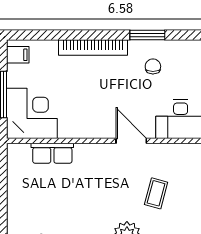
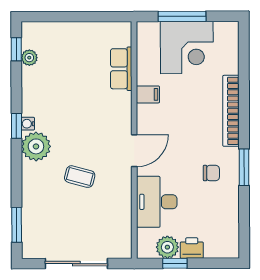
filing cabinet: (18, 55) -> (148, 94), moved, turned -90
corner desk: (32, 113) -> (187, 47), moved

